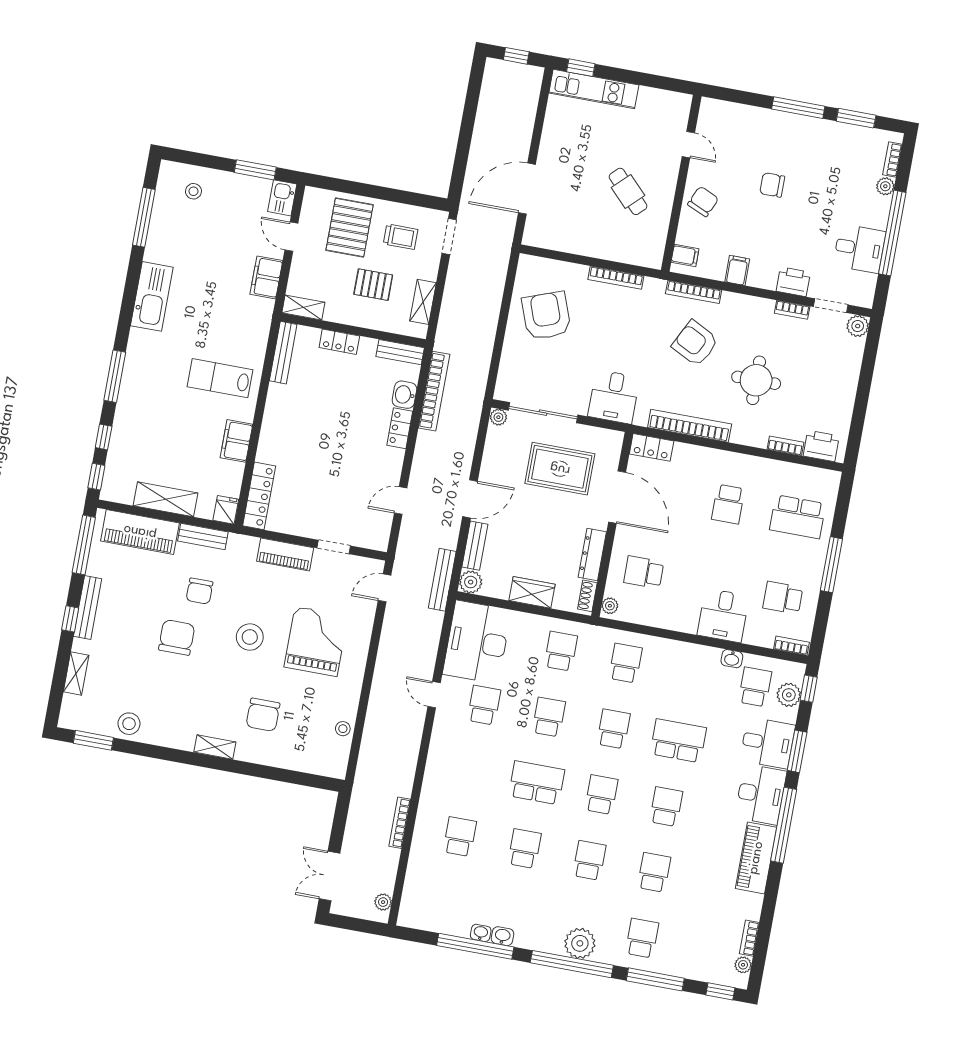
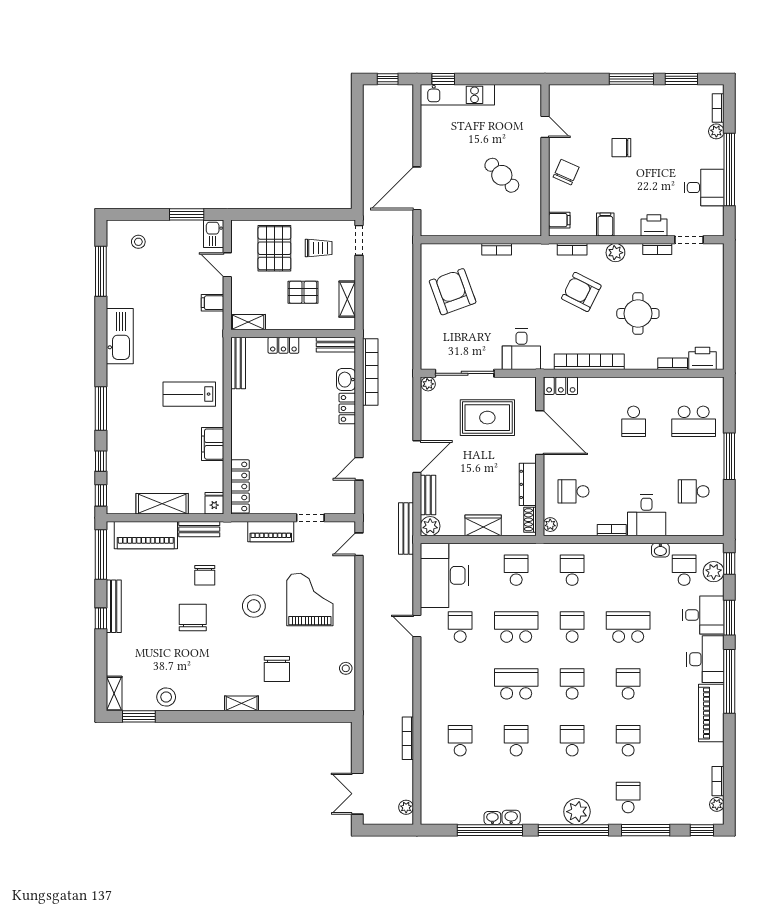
filing cabinet: (266, 277) -> (213, 303), width x0.50
bookcase: (616, 278) -> (497, 249), width x0.64
bookcase: (694, 292) -> (572, 249), width x0.64
plant: (858, 326) -> (615, 253), moved
bookcase: (791, 646) -> (612, 530), moved
shelving: (76, 673) -> (114, 694), moved
school desk: (549, 717) -> (516, 627), width x1.85

